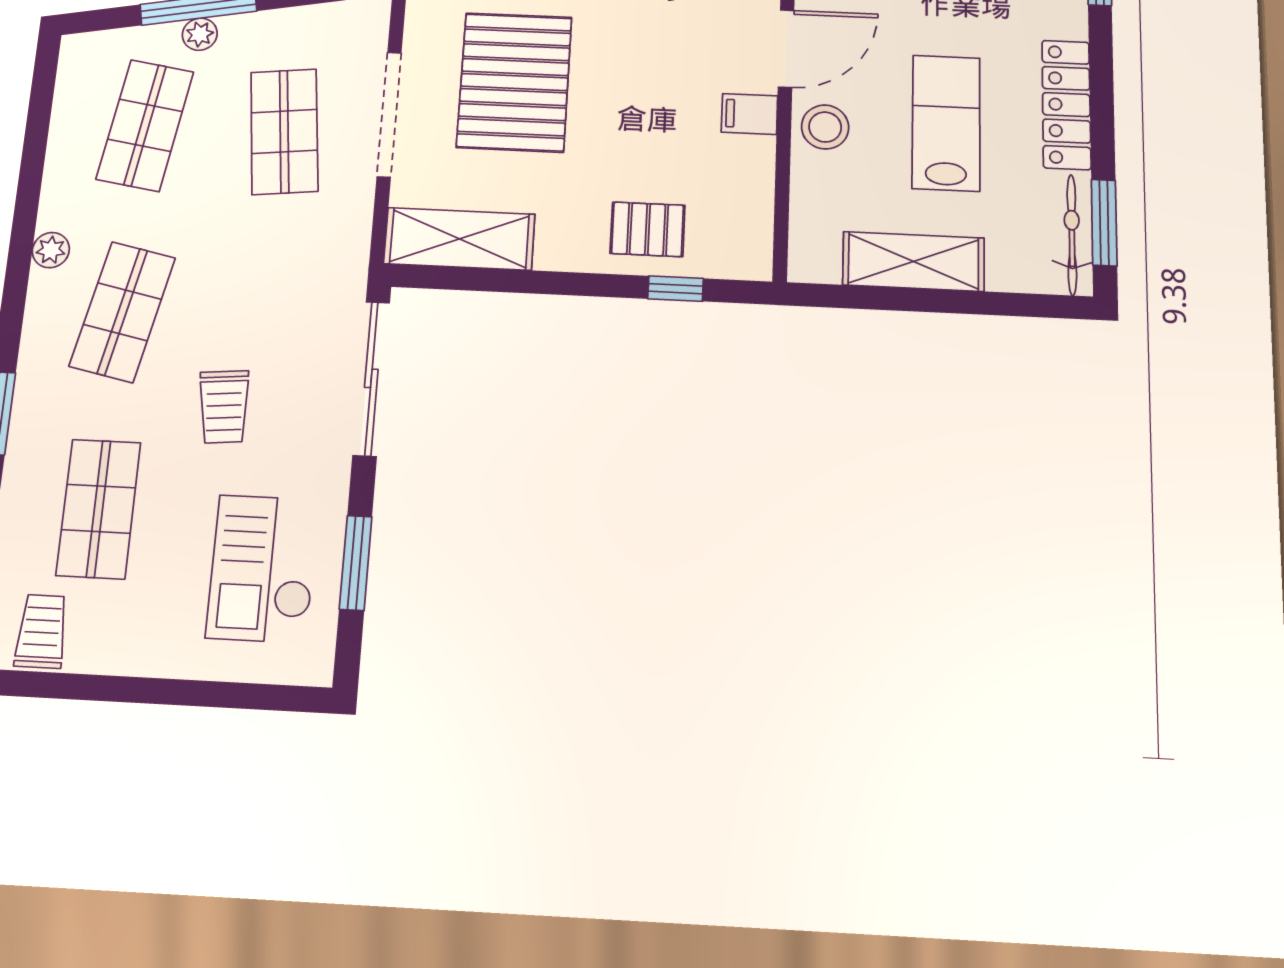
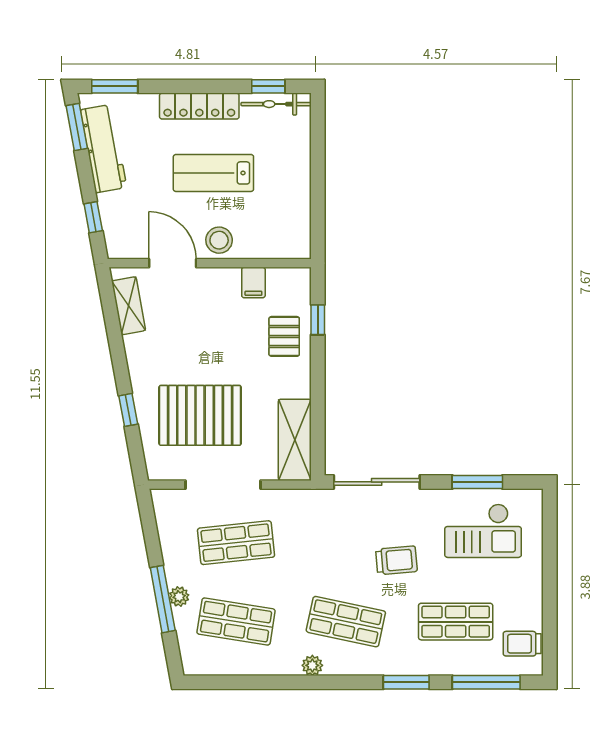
filing cabinet: (749, 114) -> (253, 282), moved
window: (1104, 223) -> (268, 86), width x0.67
shelving: (913, 261) -> (296, 190), removed

